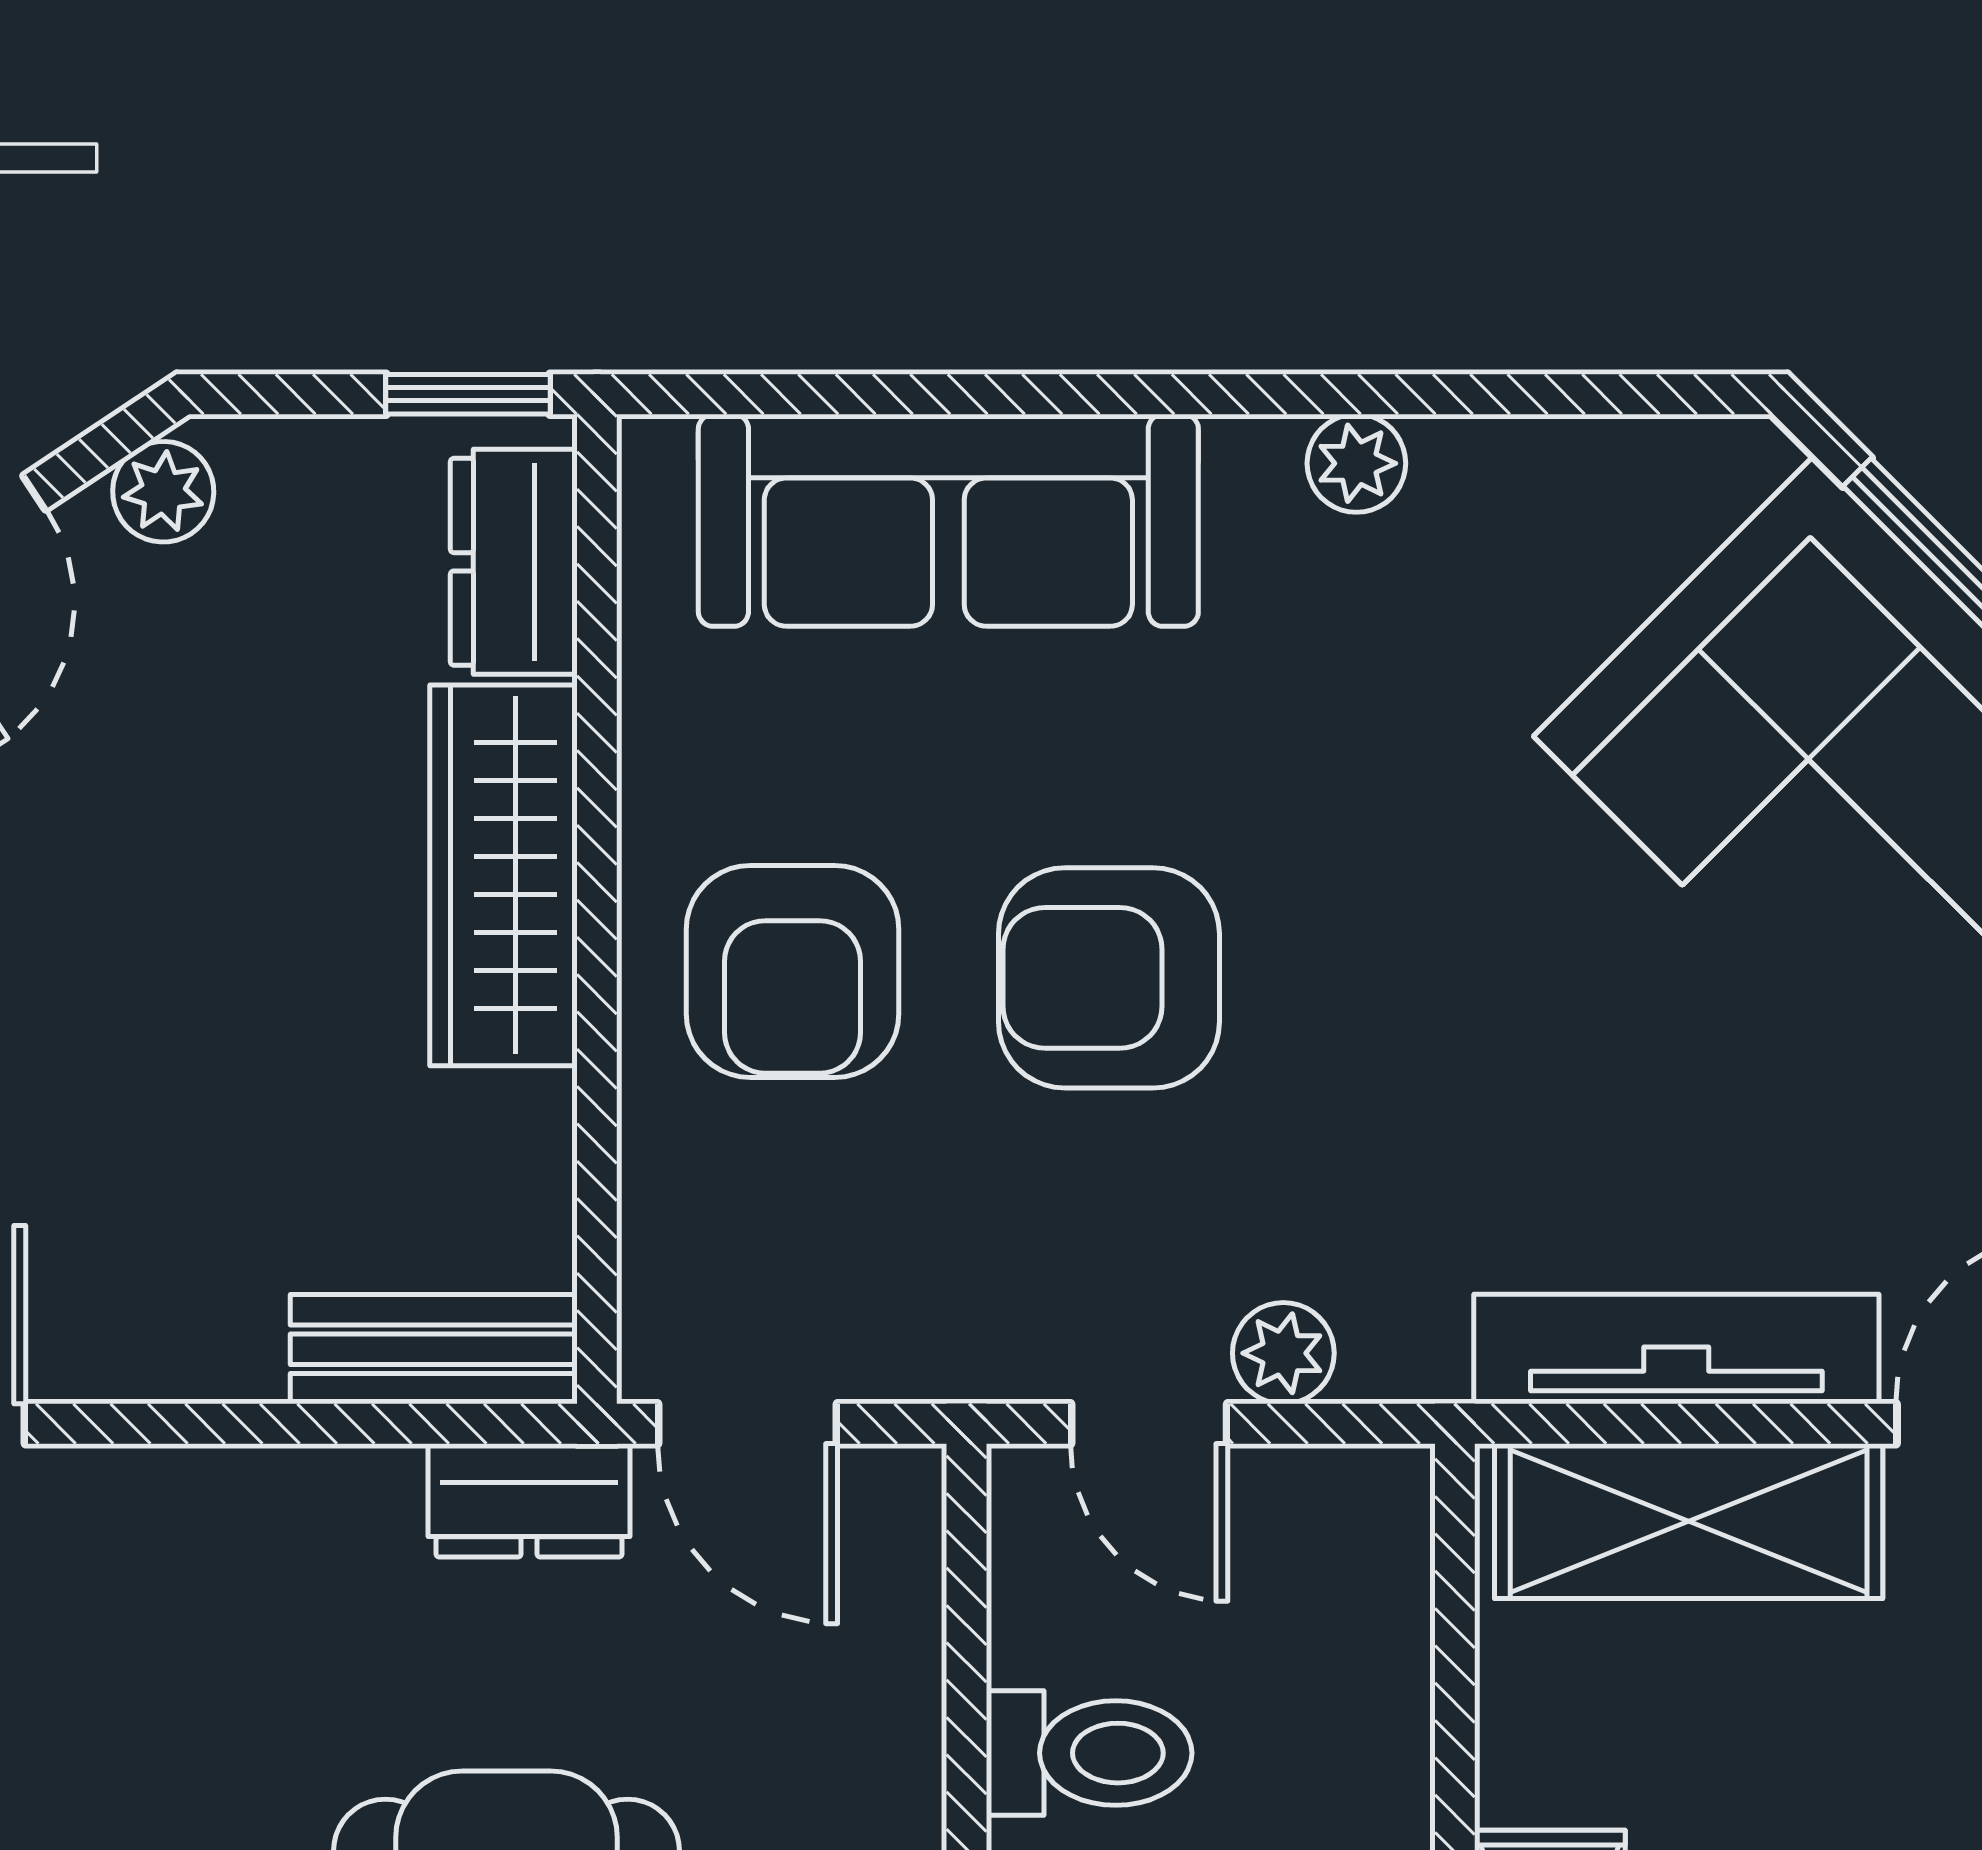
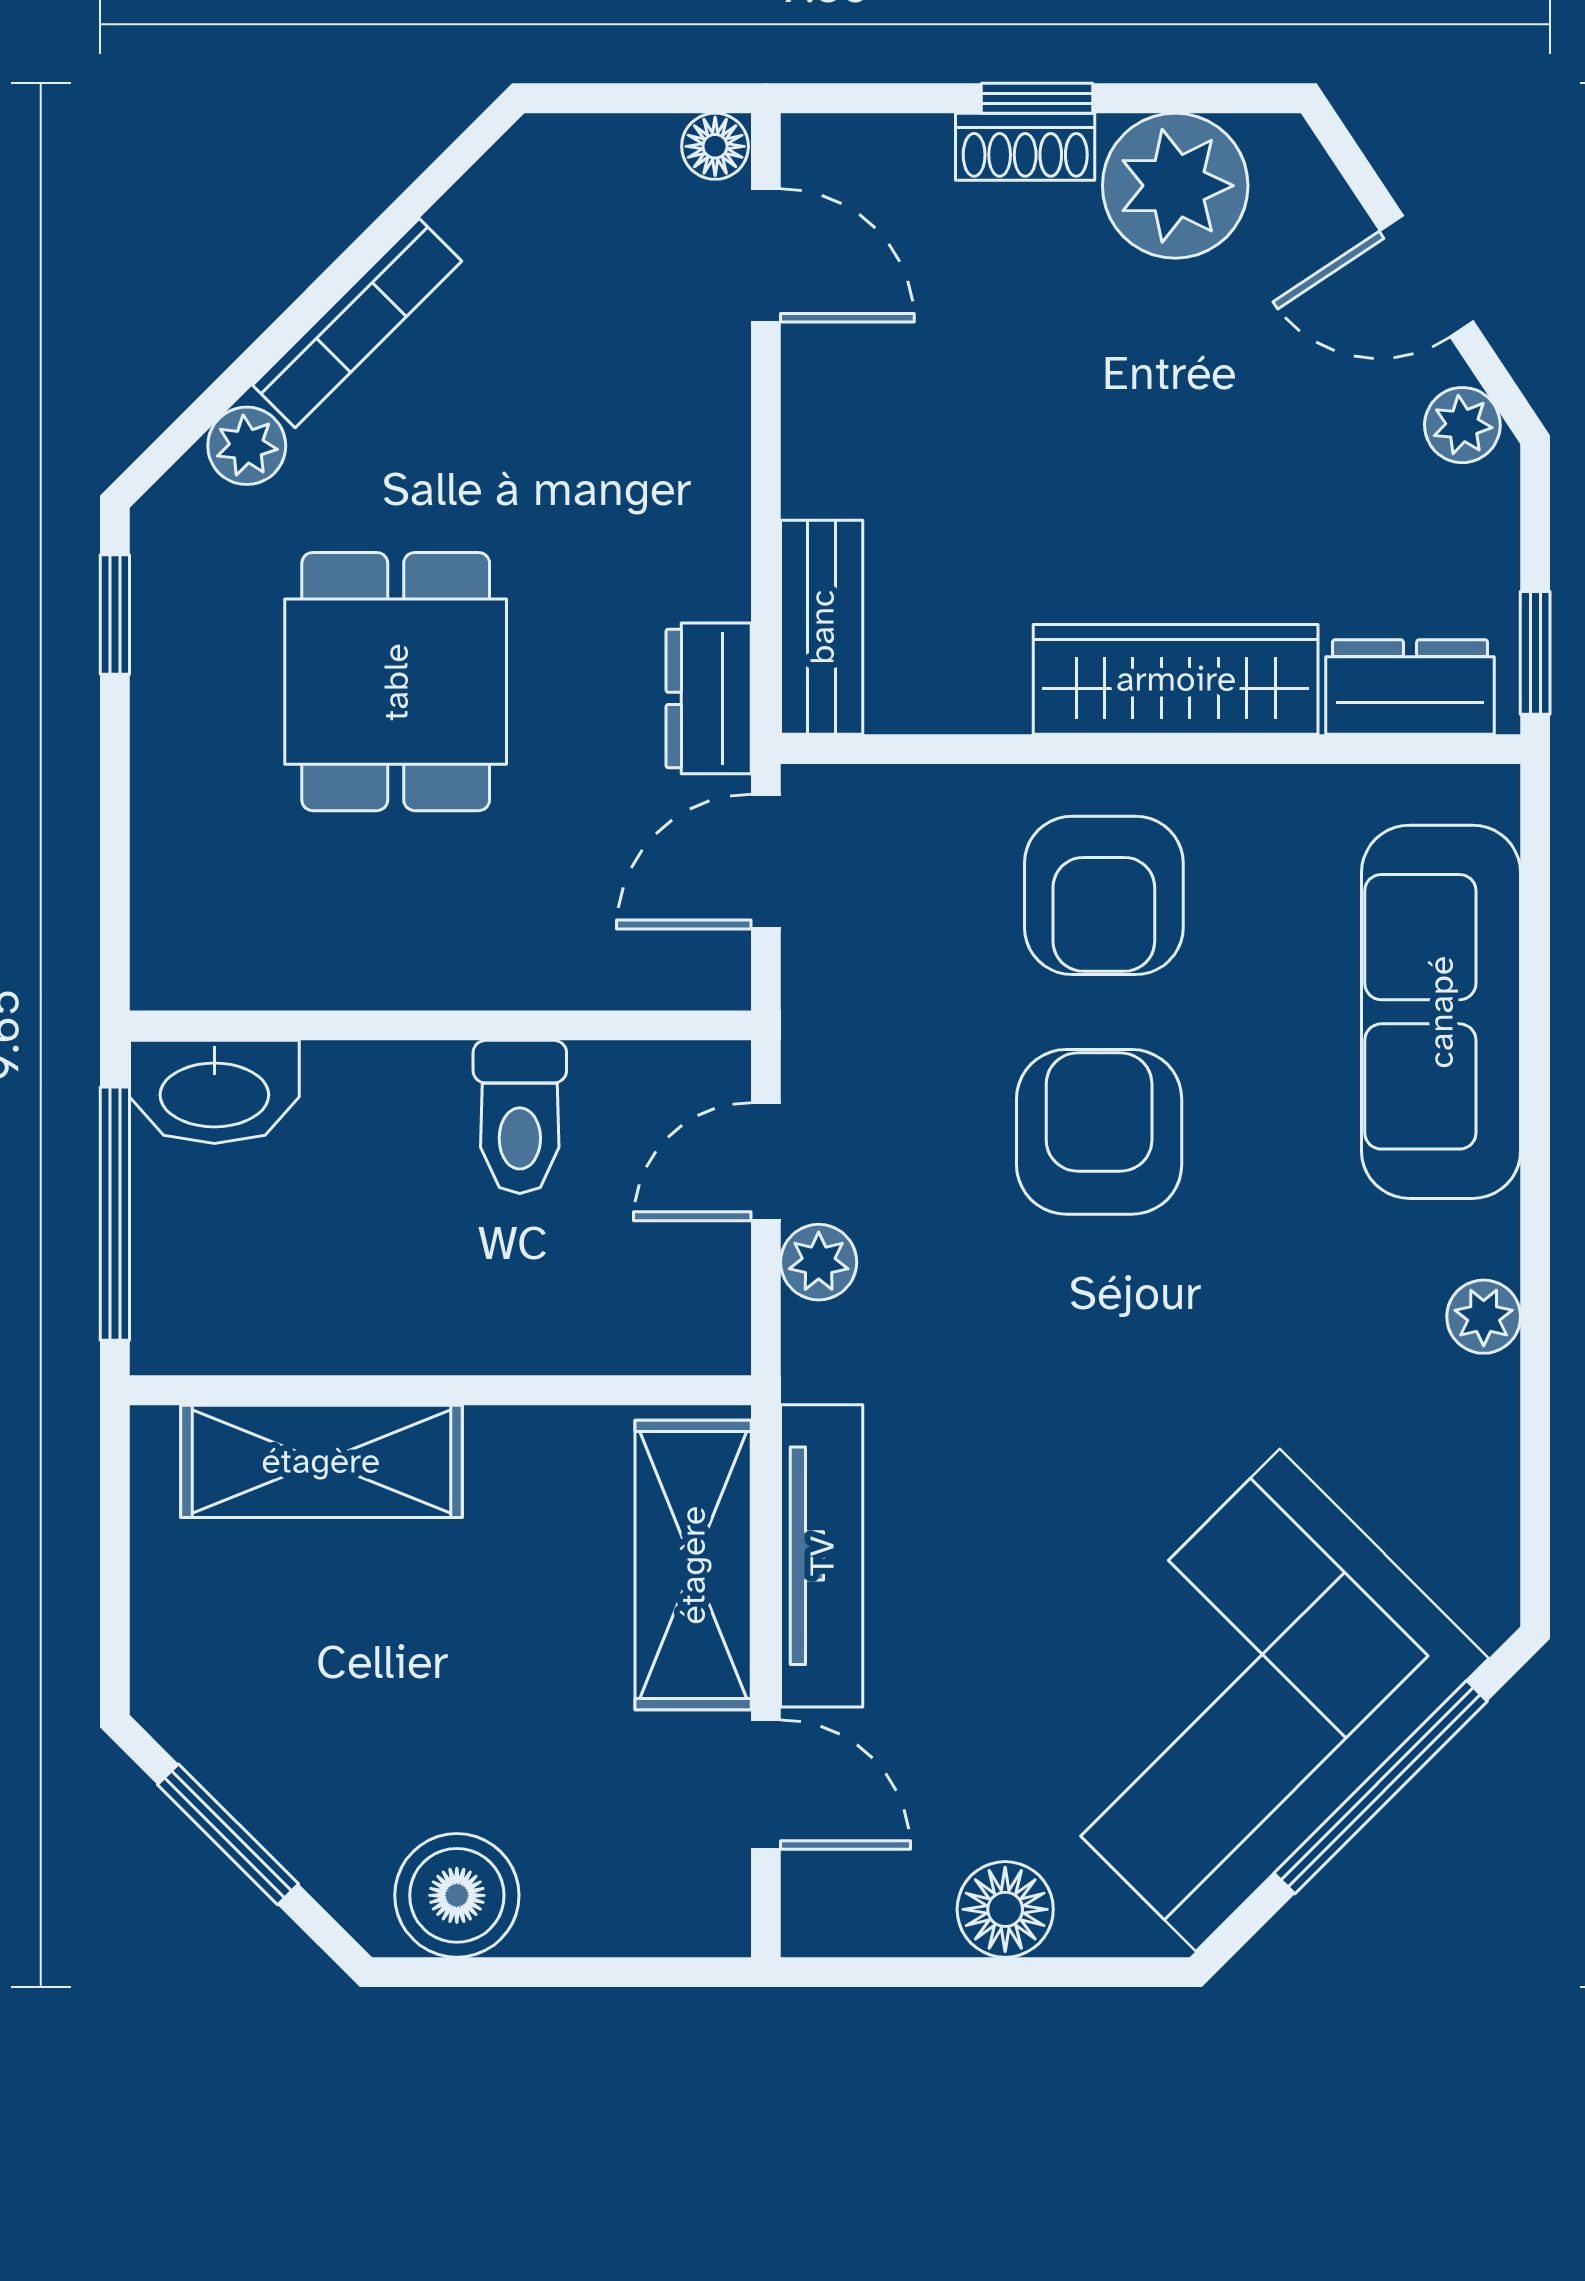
armchair: (793, 971) -> (1104, 895), turned -90

